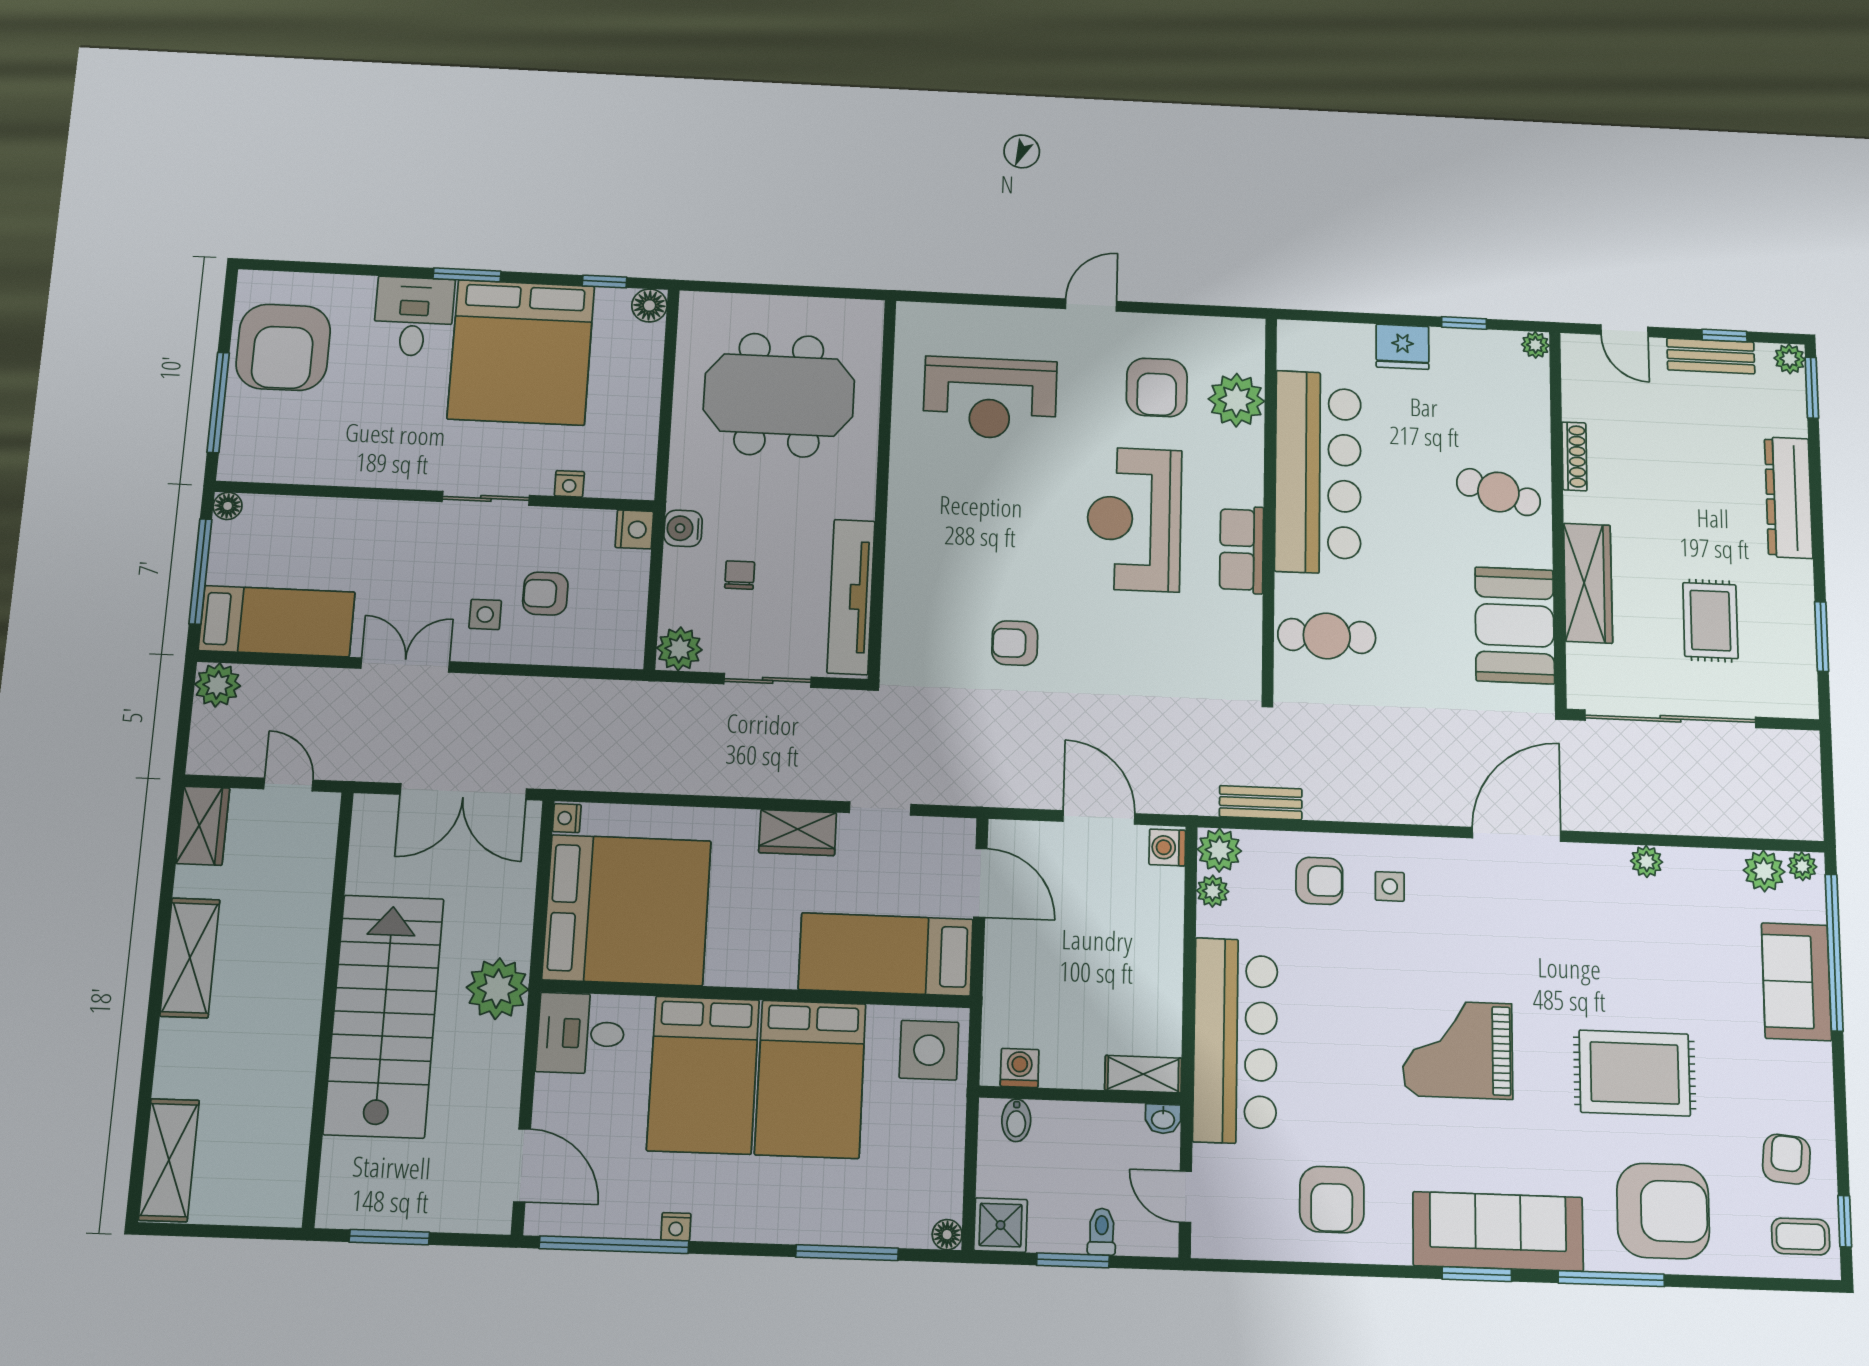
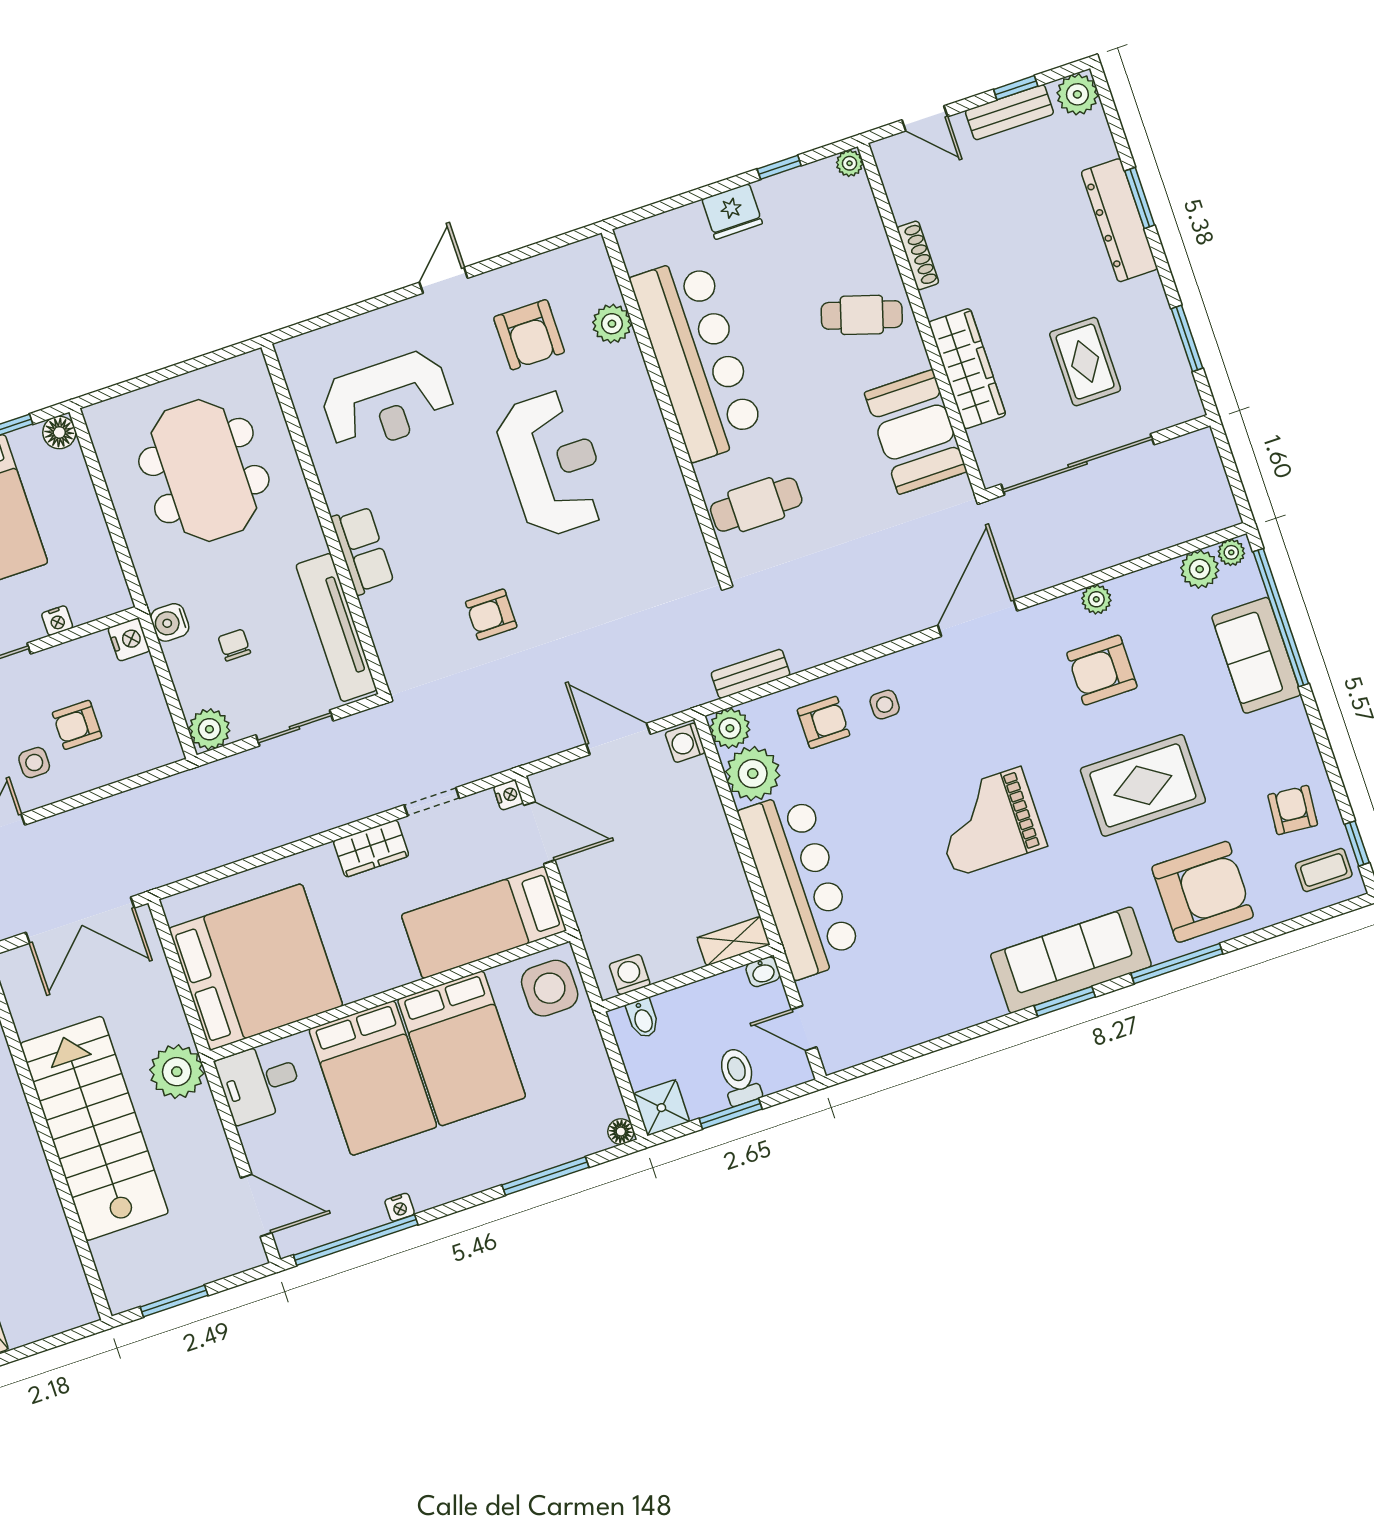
plant: (1790, 359) -> (1077, 94), width x1.38, depth x1.38
window: (1812, 388) -> (1140, 198), moved
meeting table: (779, 395) -> (204, 471), turned 90
plant: (1236, 400) -> (612, 324), width x0.73, depth x0.73
reception desk: (1134, 519) -> (553, 464), turned 180
row of seats: (1242, 550) -> (362, 550), moved, turned 180
nightstand: (567, 818) -> (508, 795), moved, turned 180
plant: (1213, 891) -> (753, 774), width x1.87, depth x1.87
armchair: (1332, 1200) -> (1102, 670), moved, turned 90
toilet: (1102, 1232) -> (739, 1076), width x1.37, depth x1.39

